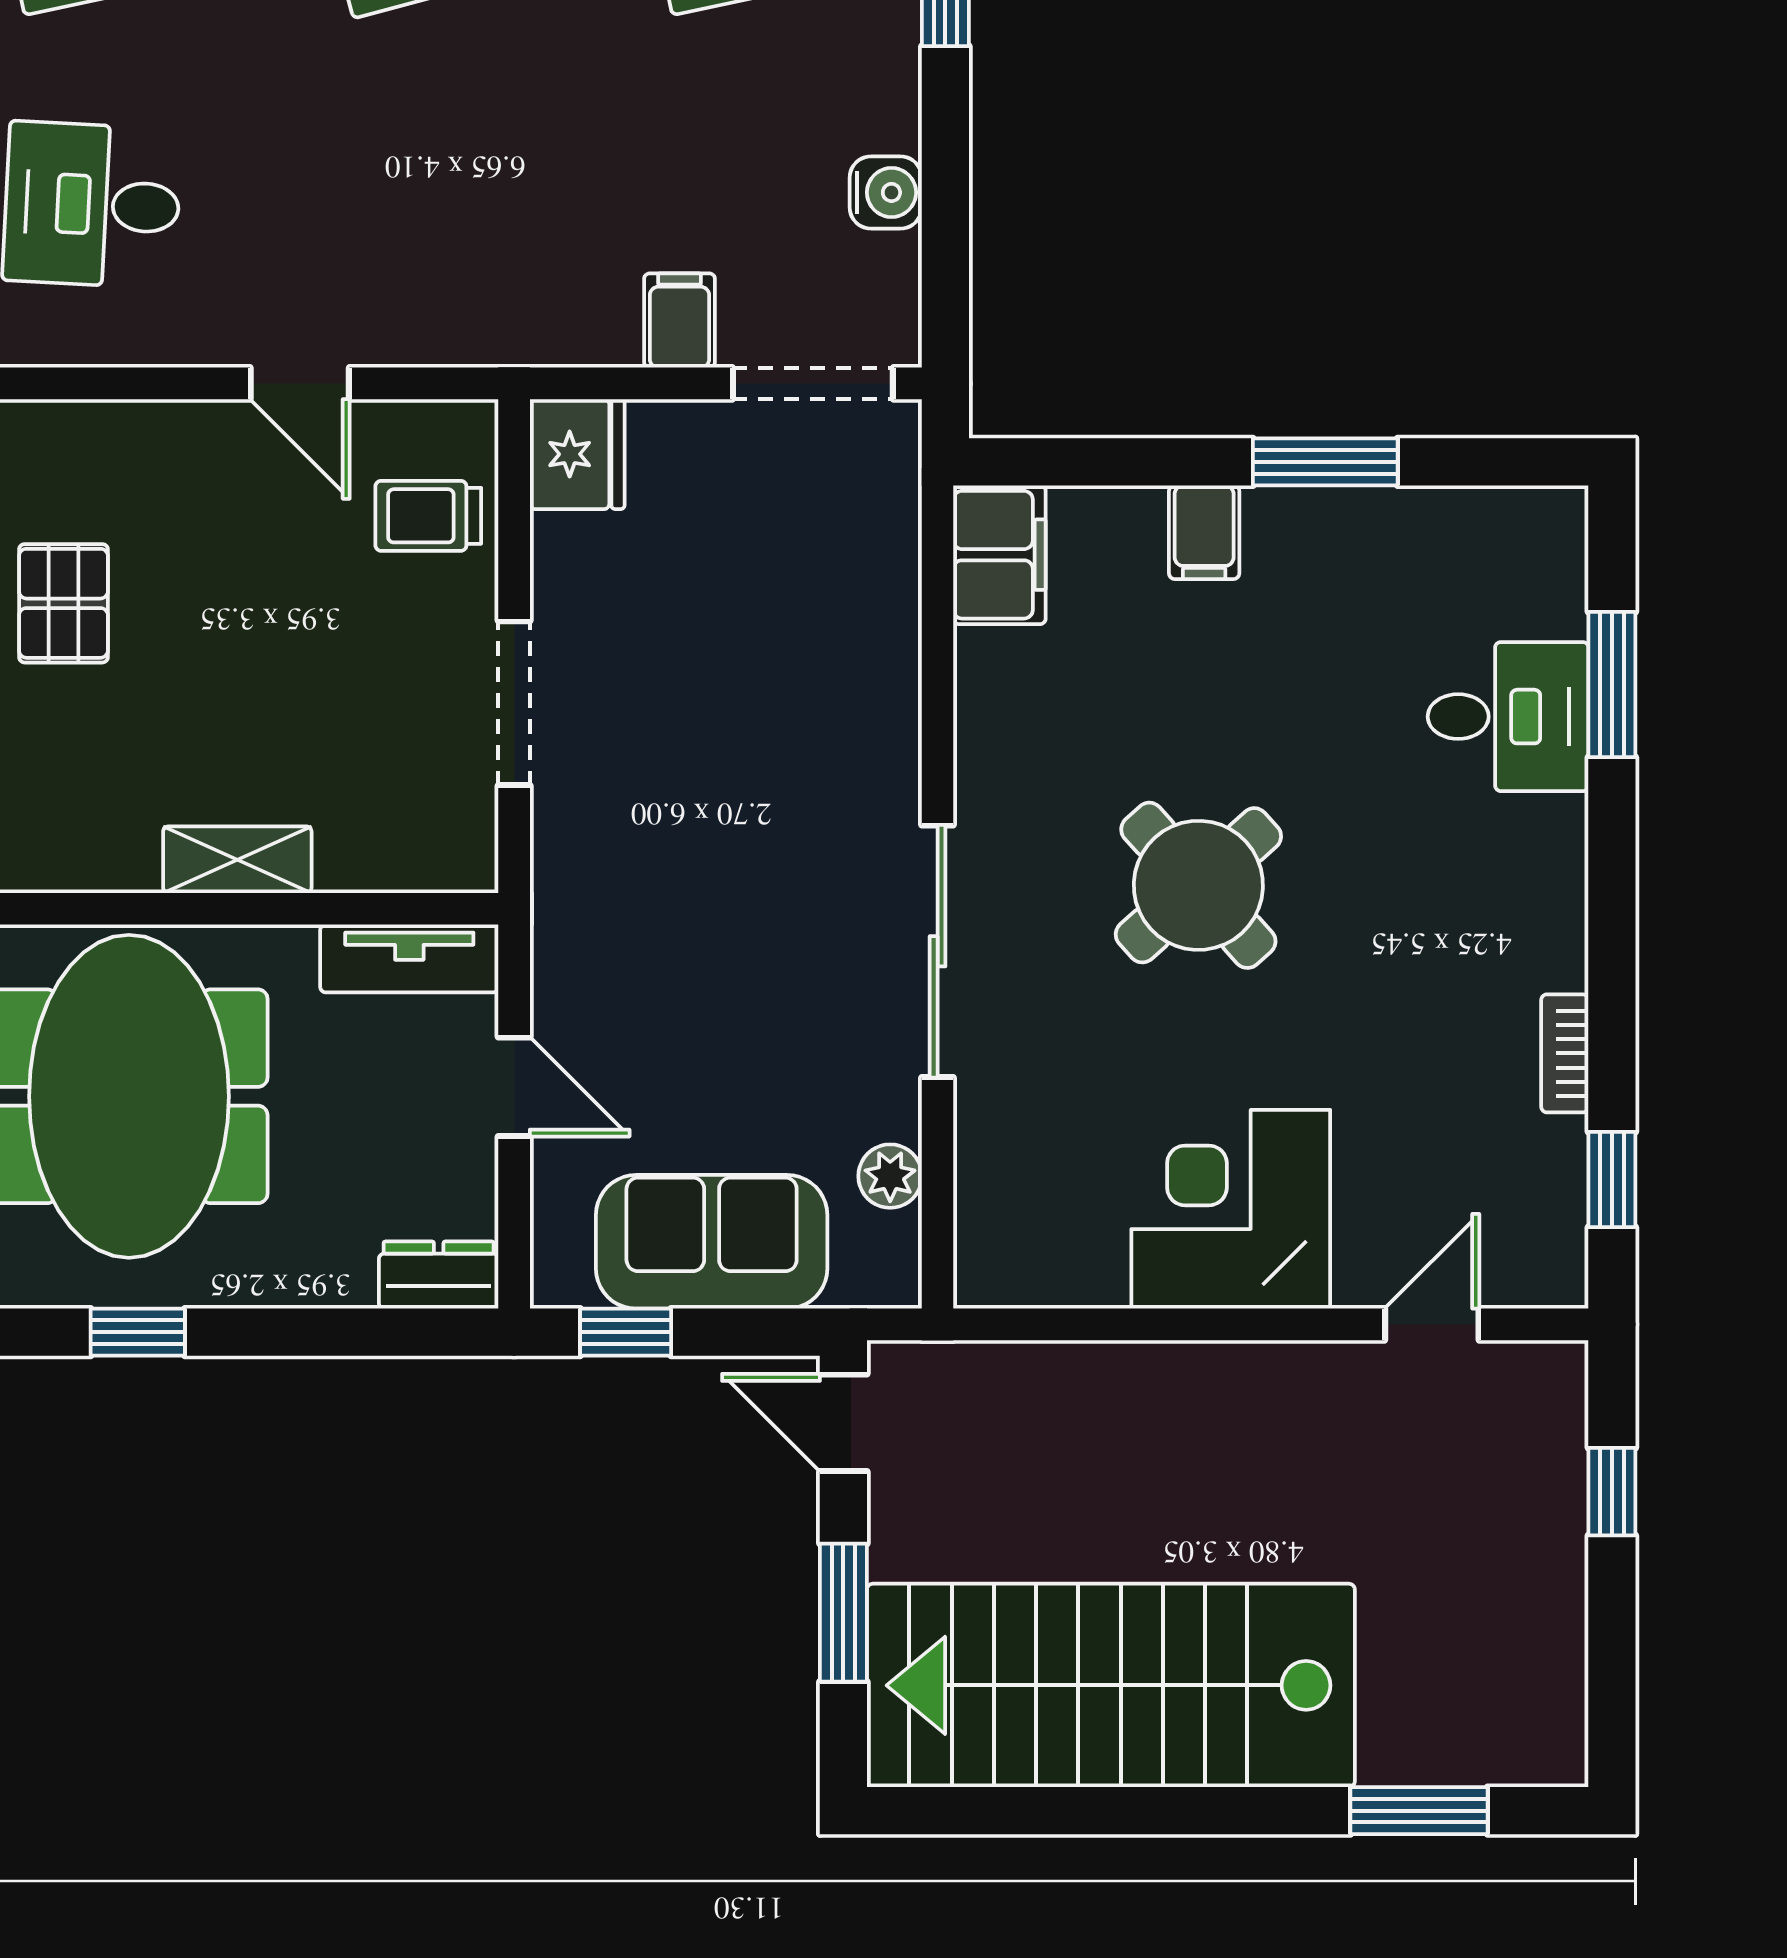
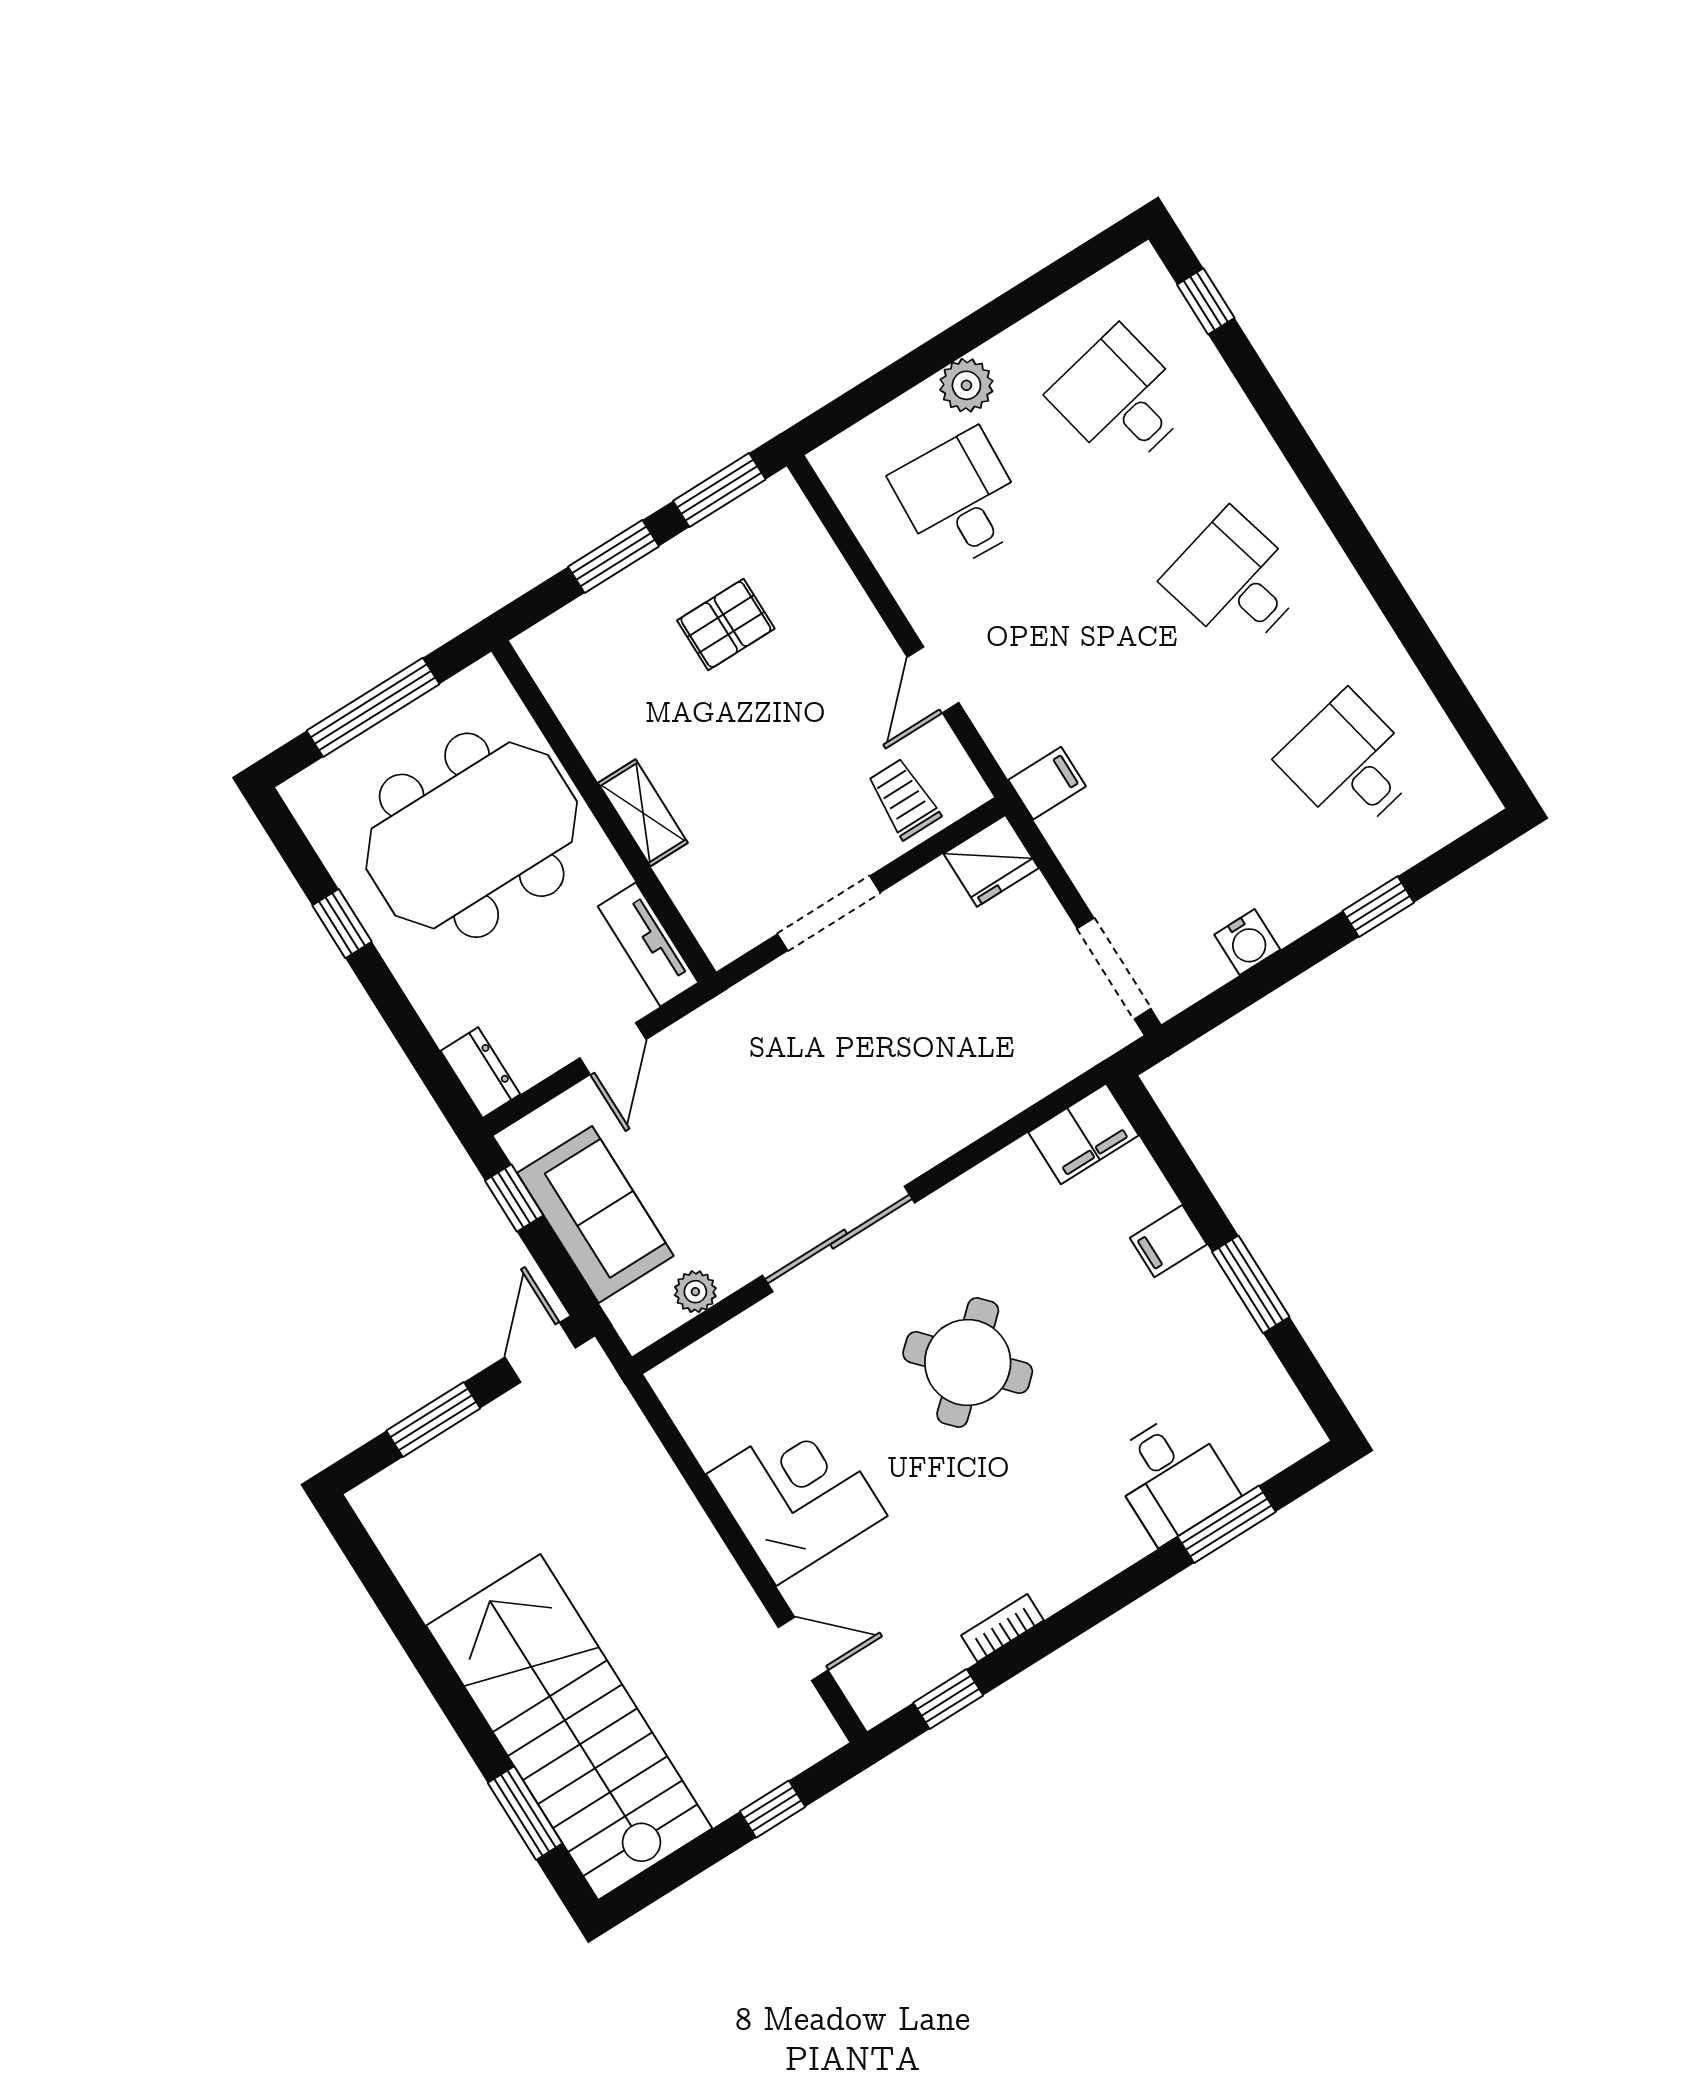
filing cabinet: (679, 321) -> (1047, 783), moved
stairs: (1111, 1685) -> (569, 1727), moved

